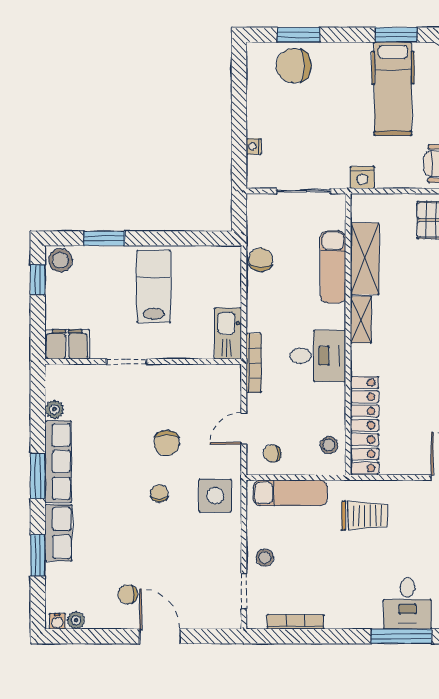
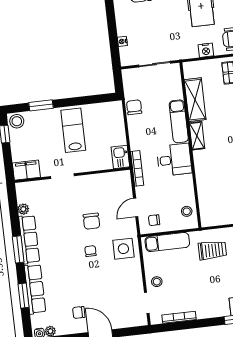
nightstand: (362, 178) -> (206, 50), moved
exam couch: (333, 267) -> (179, 121), moved
kitchen sink: (228, 333) -> (120, 157), width x0.73
locker: (365, 425) -> (206, 197), removed
row of seats: (58, 533) -> (35, 289), width x1.48

